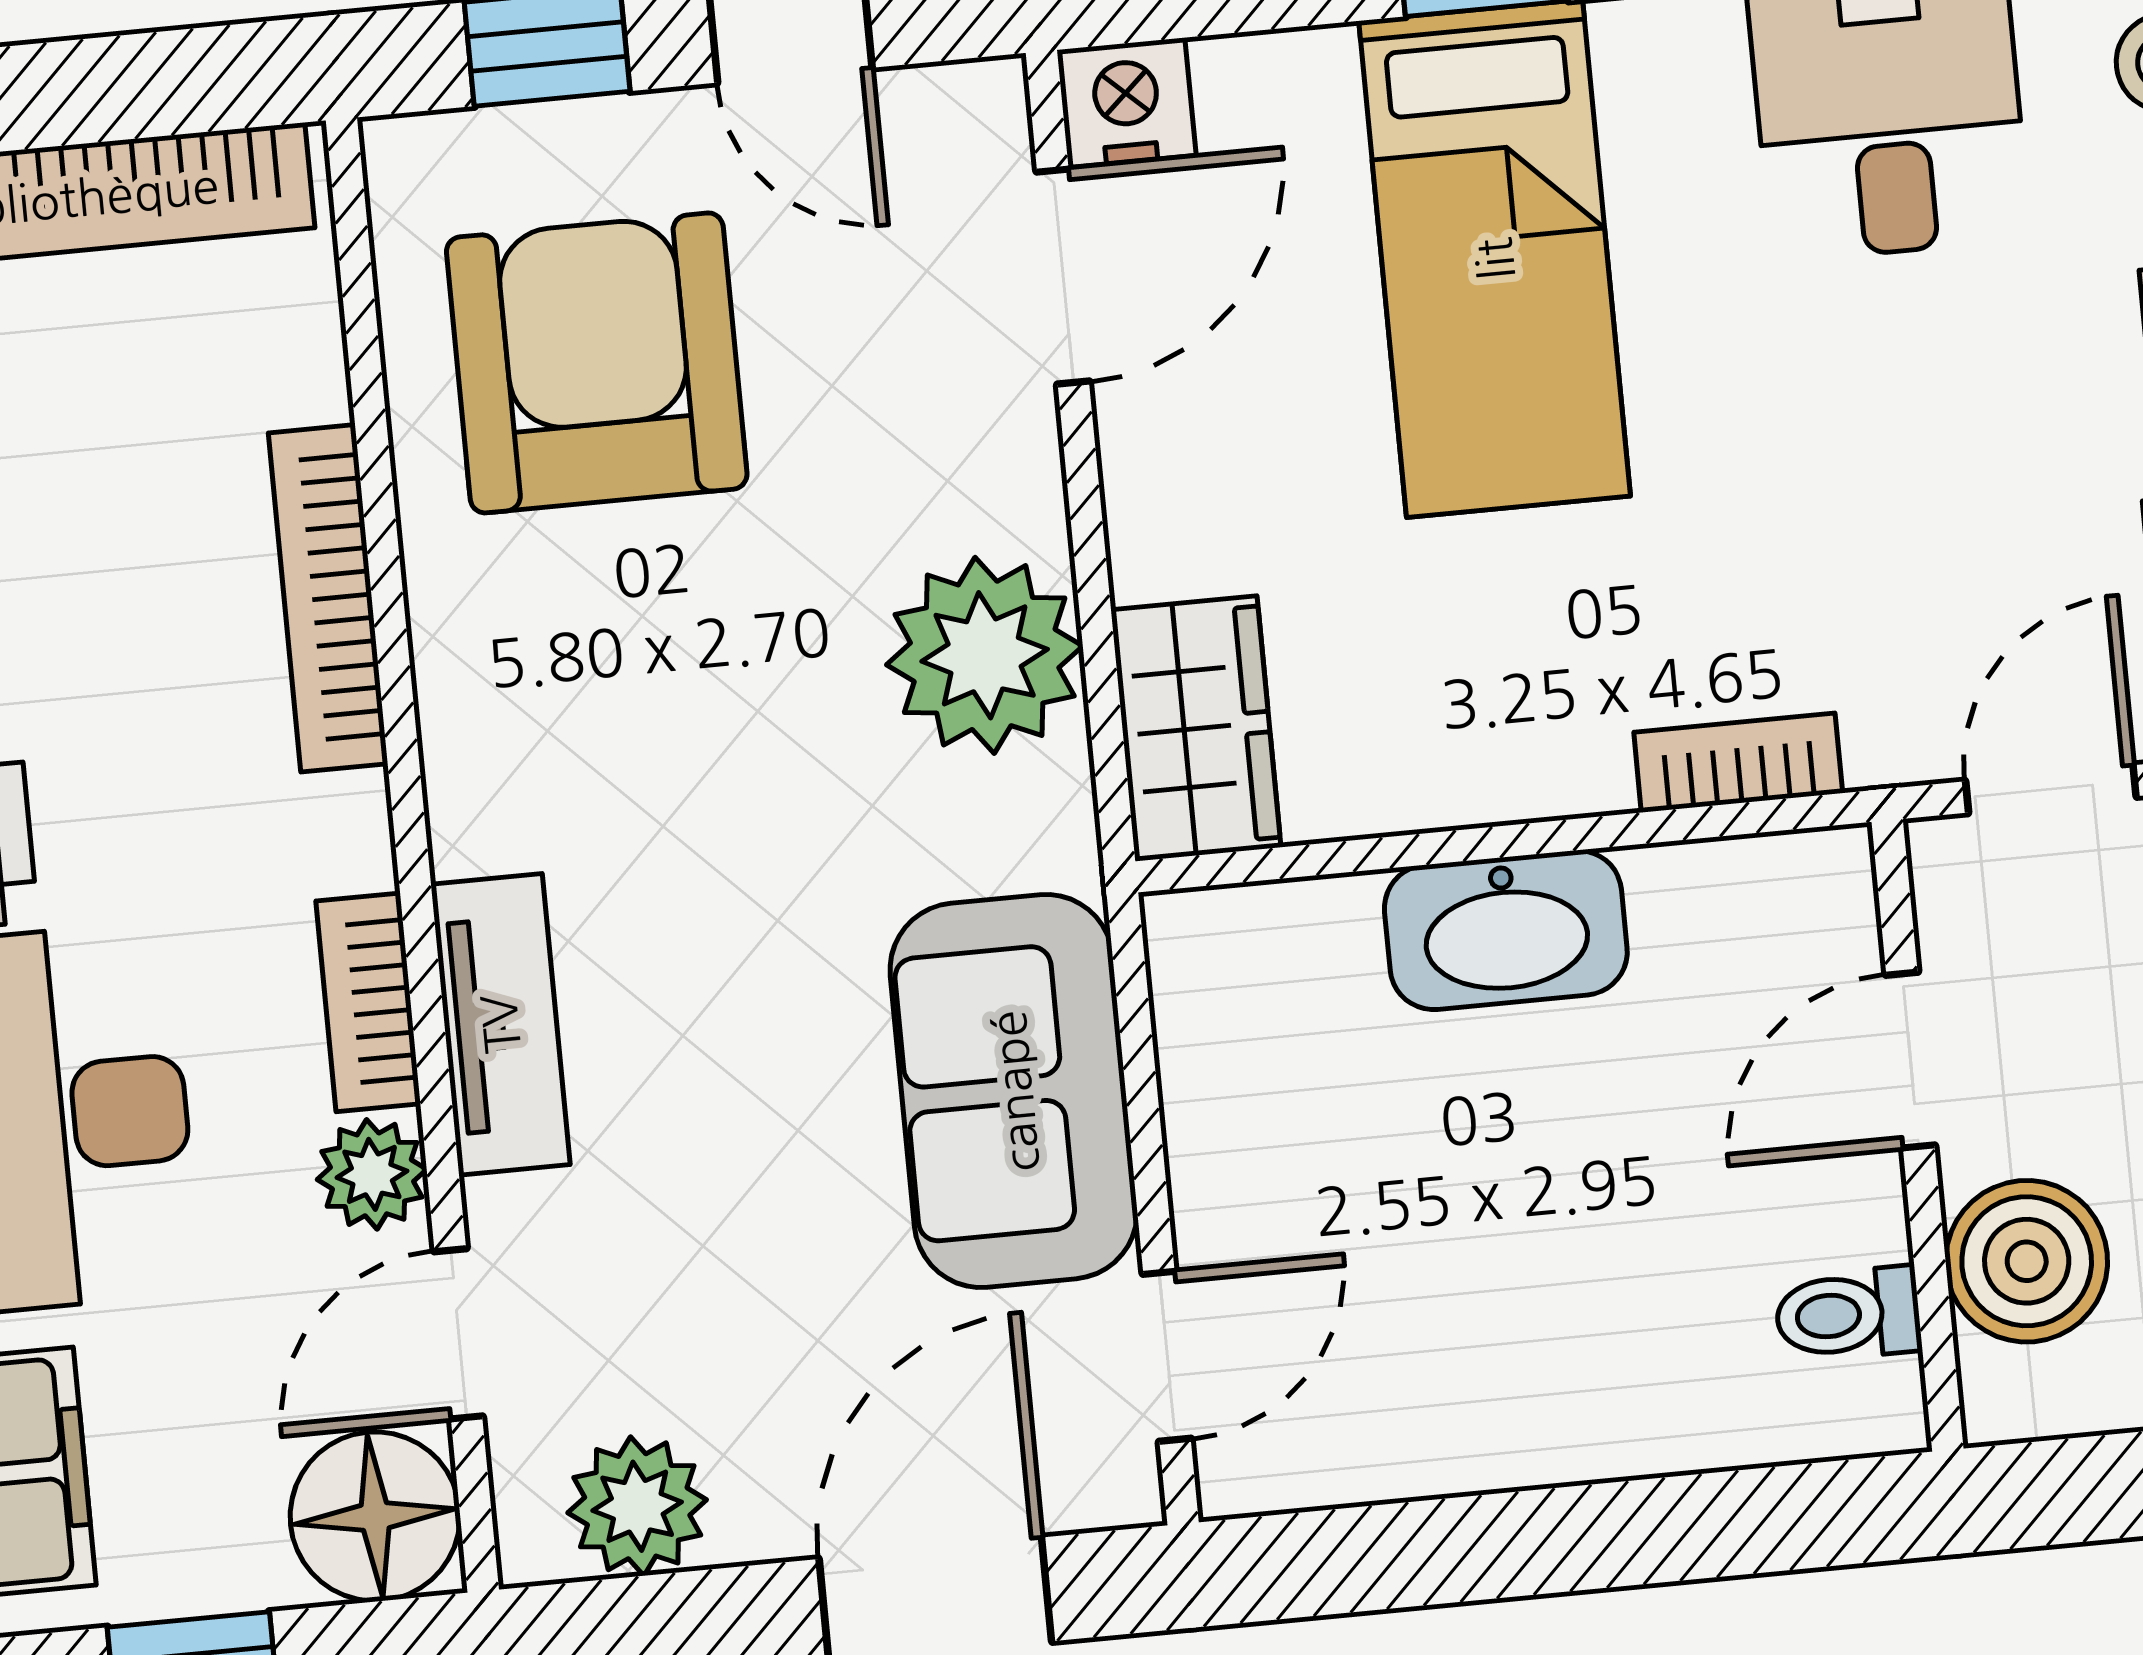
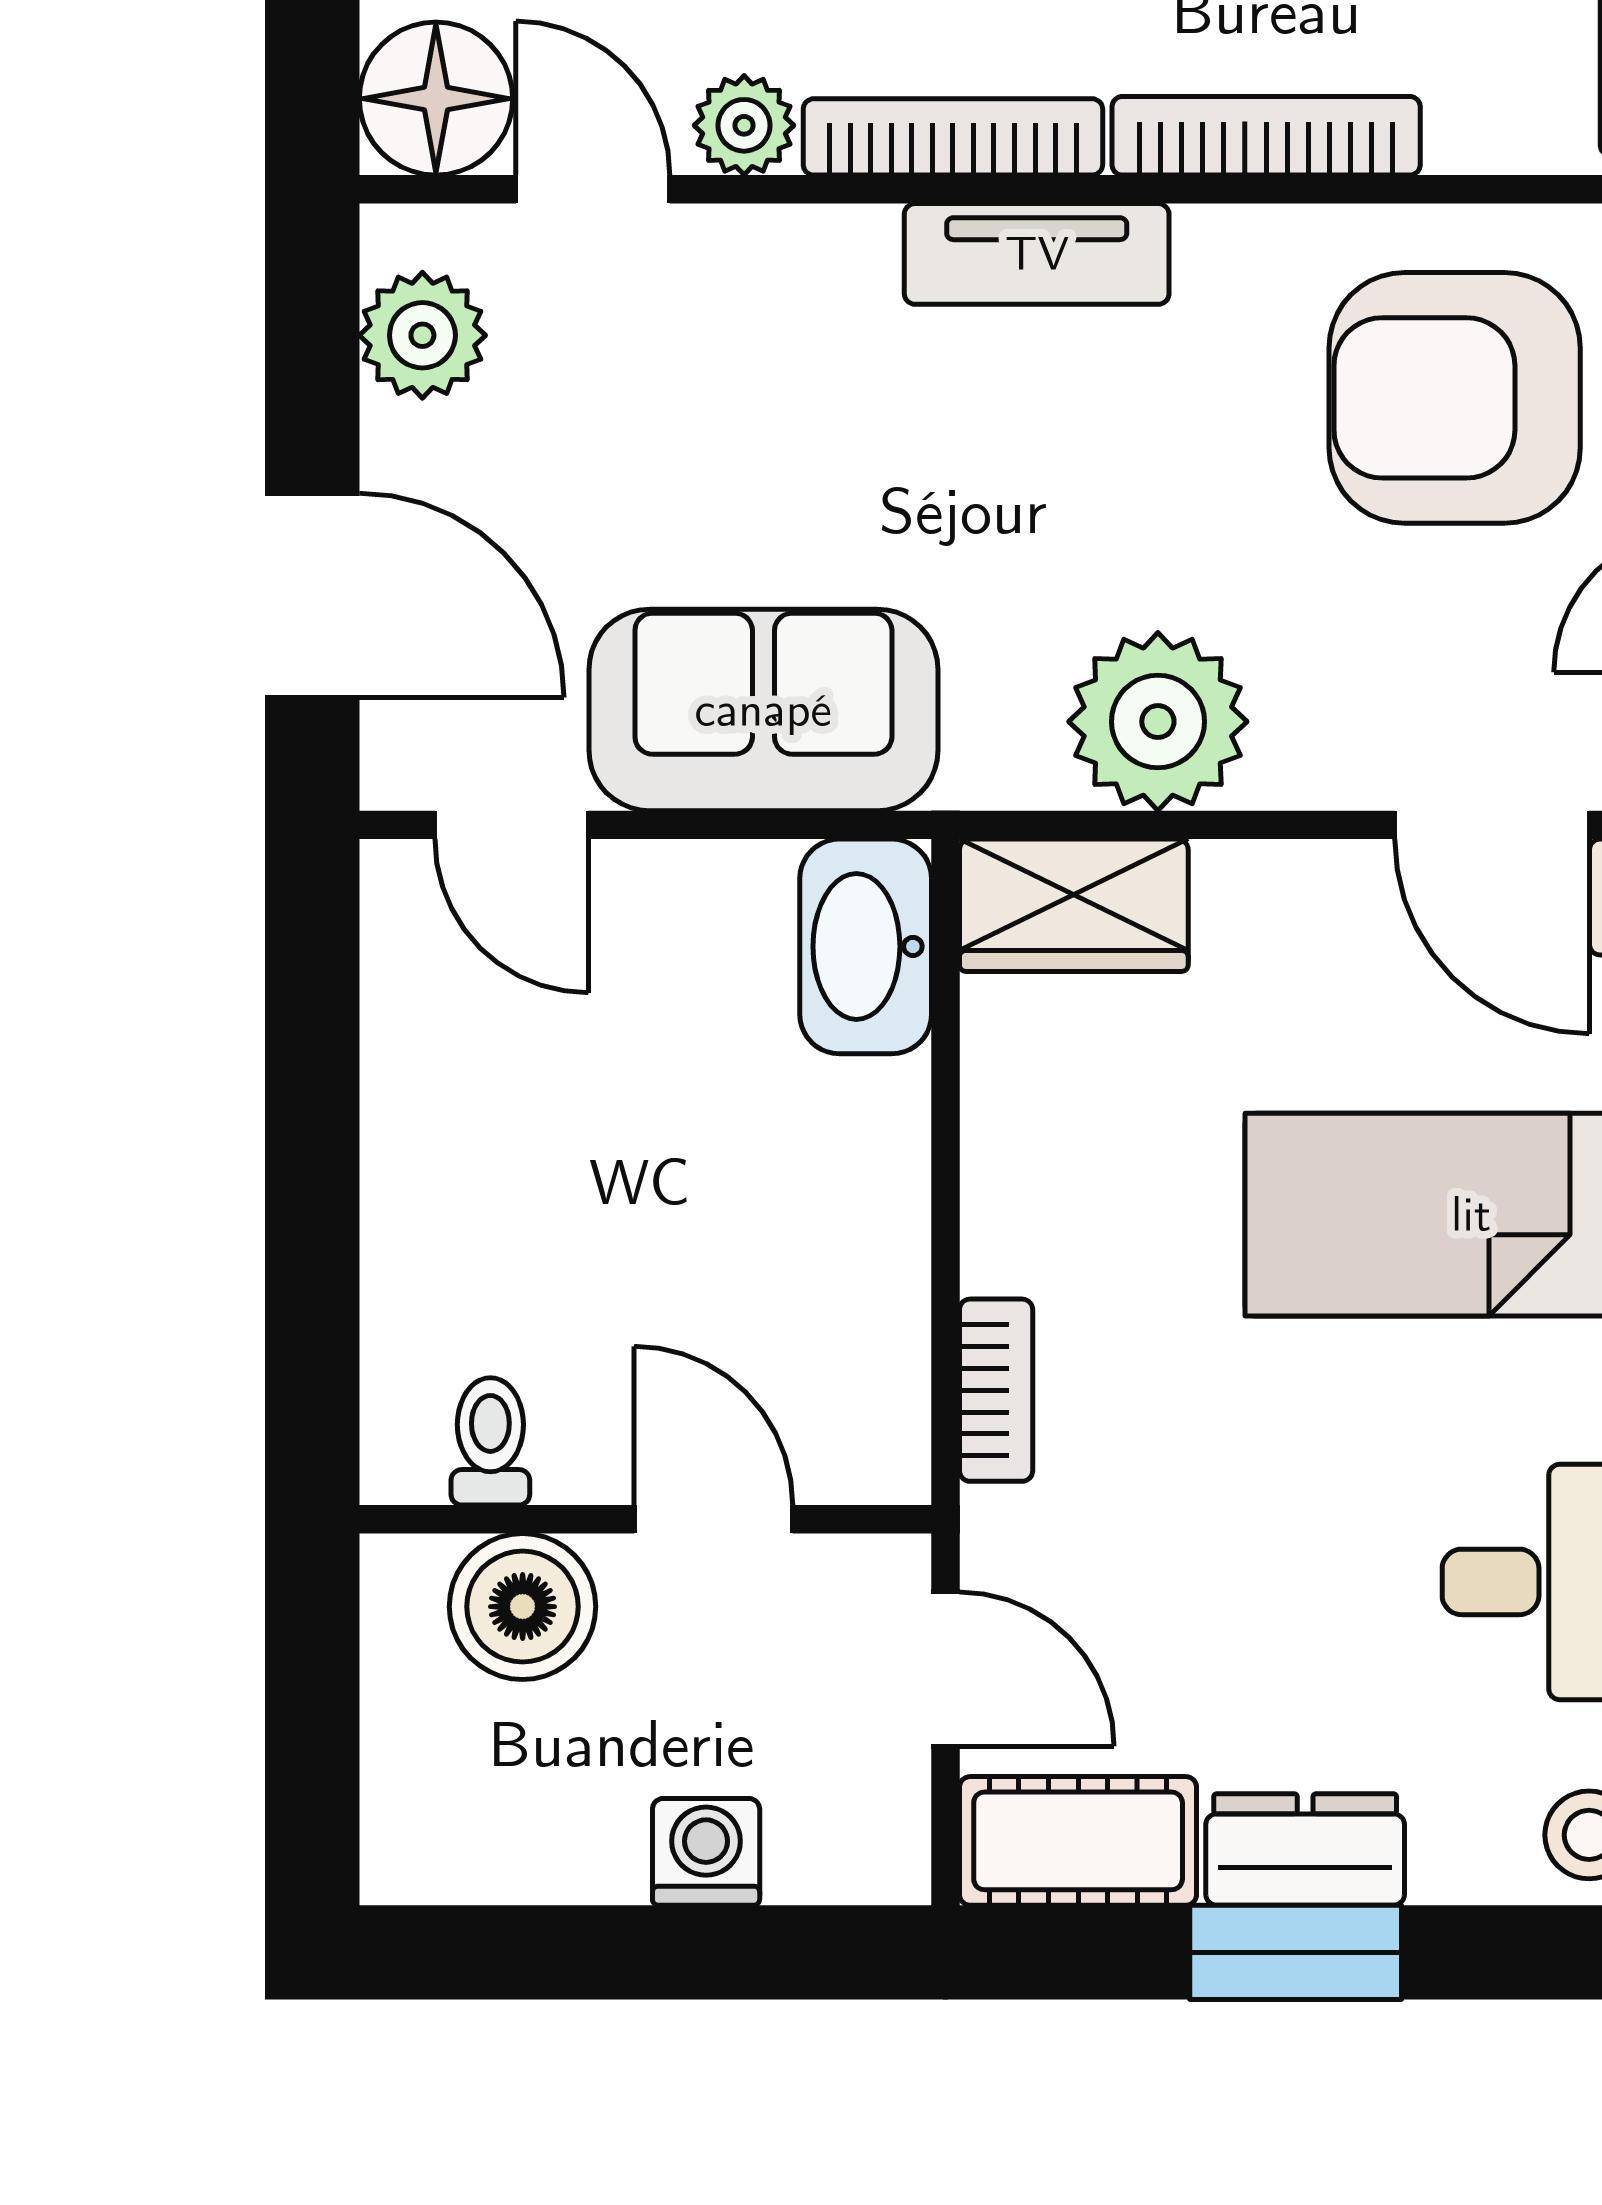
armchair: (597, 363) -> (1455, 398), turned 180
washbasin: (1506, 930) -> (866, 946), moved
bookcase: (368, 1002) -> (953, 137), width x1.56
tv unit: (500, 1024) -> (1037, 254), moved

